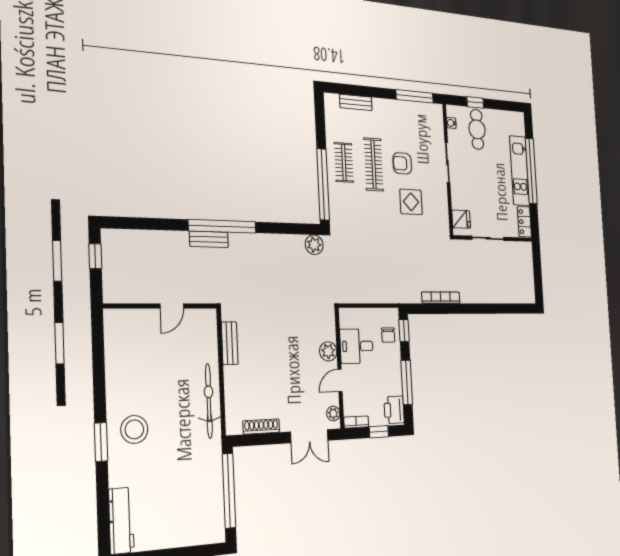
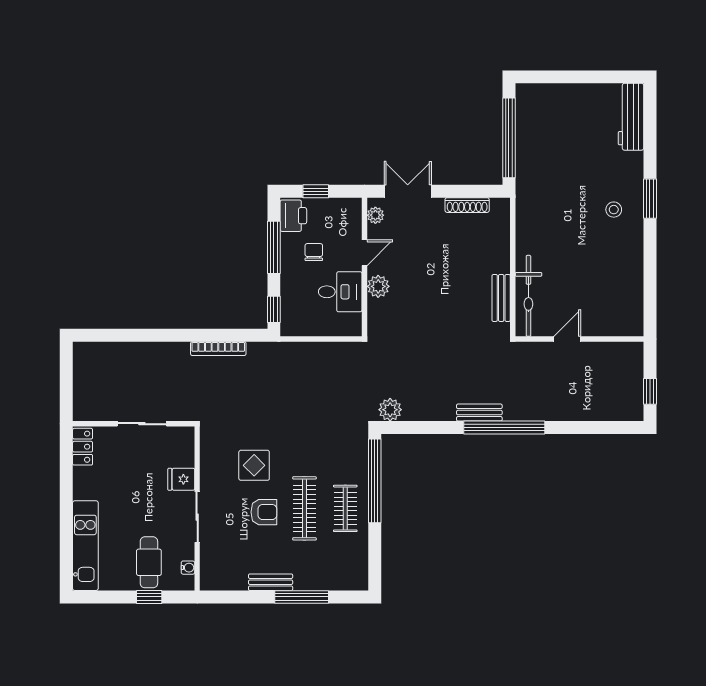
window: (415, 96) -> (302, 597), moved
bench: (356, 102) -> (271, 582), moved
kitchen unit: (520, 171) -> (85, 546), moved
window: (531, 171) -> (66, 514), removed
fridge: (461, 219) -> (181, 479), moved
bench: (209, 239) -> (479, 413), moved
chair: (388, 335) -> (314, 252), moved
bicycle: (209, 401) -> (528, 296), moved
bookcase: (356, 422) -> (346, 204), removed
stool: (134, 429) -> (614, 210), width x0.53, depth x0.53

